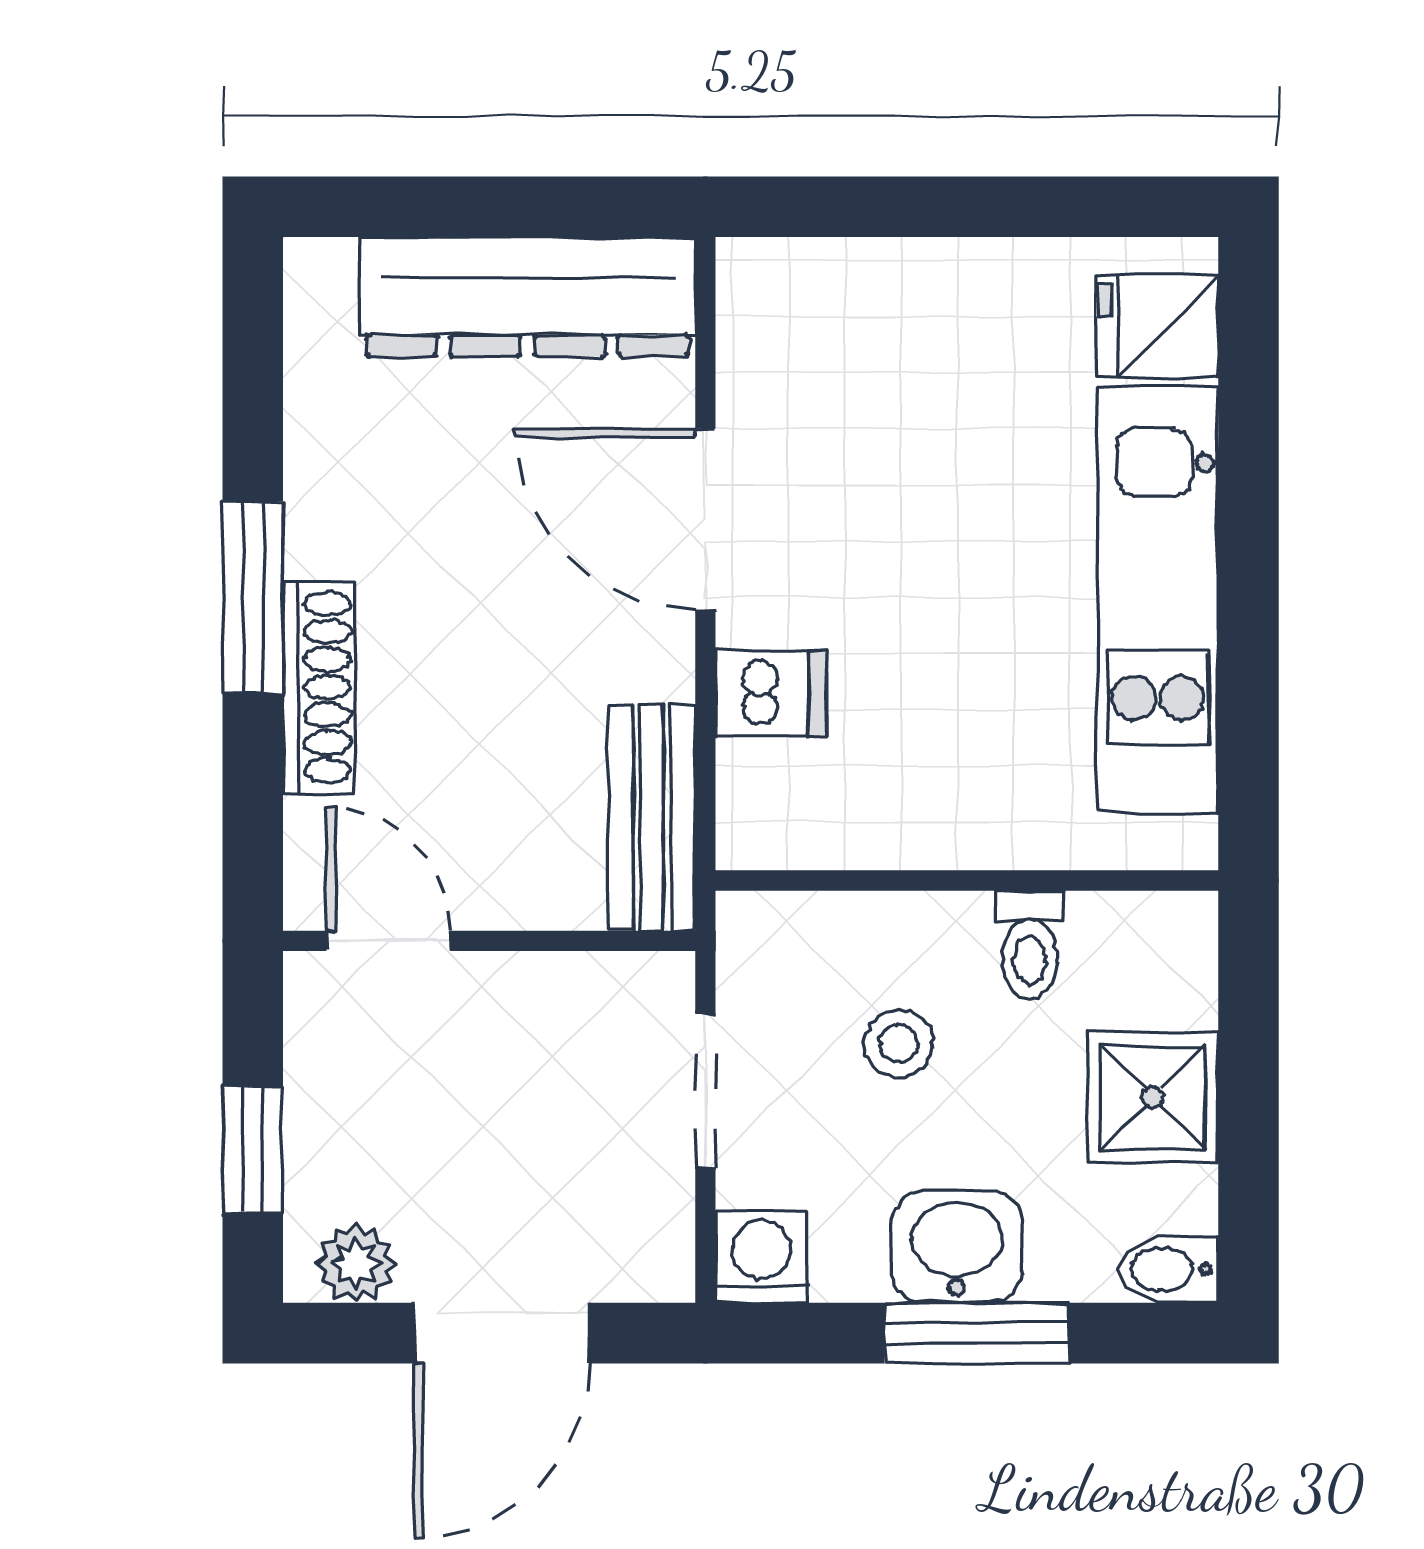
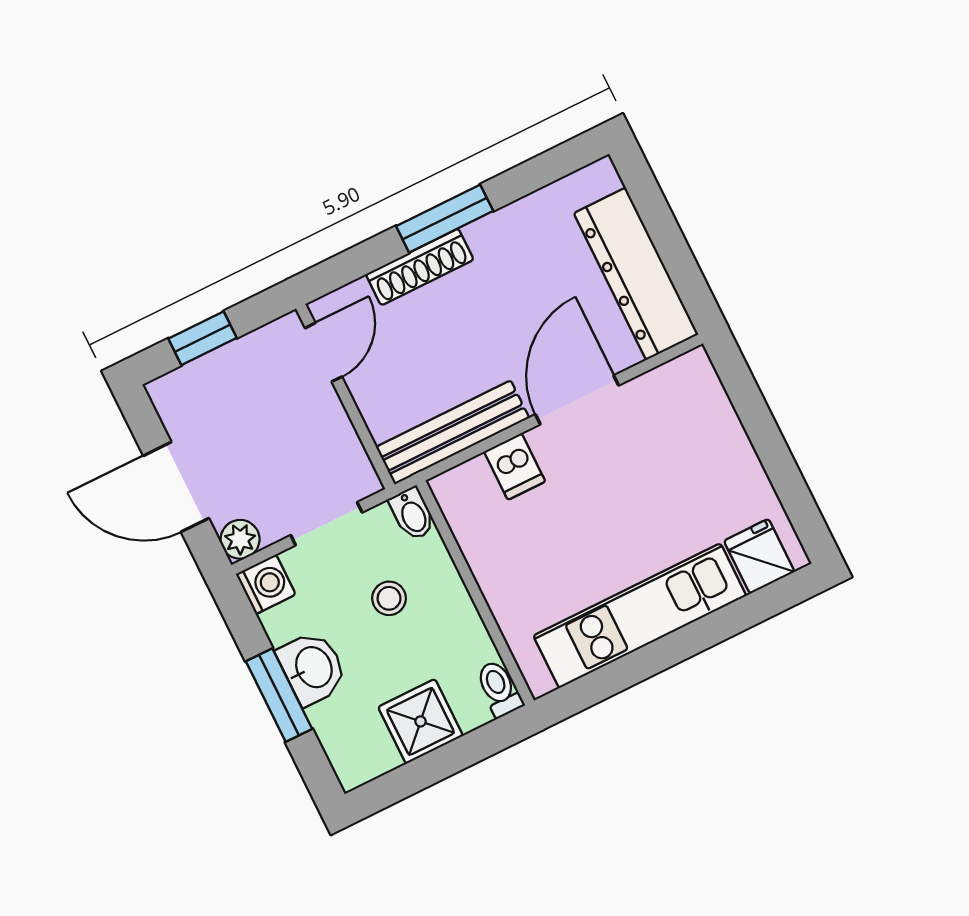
bench: (652, 818) -> (453, 432), width x1.36
toilet: (1030, 945) -> (499, 689), moved, turned 90
plant: (356, 1263) -> (240, 539), moved
bidet: (1169, 1269) -> (412, 514), moved, turned 180

